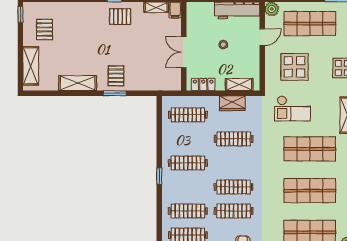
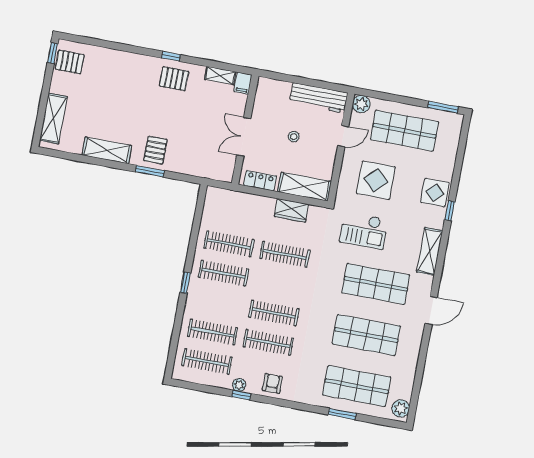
pallet: (45, 29) -> (70, 62), moved, turned 90
shelving: (239, 85) -> (305, 187), width x1.50, depth x1.33
clothes rail: (188, 115) -> (229, 244), moved

